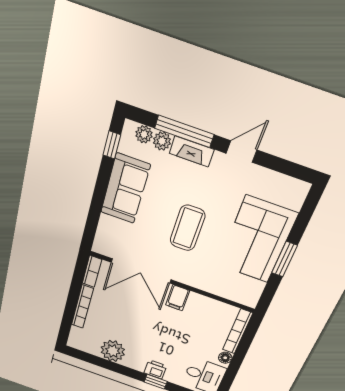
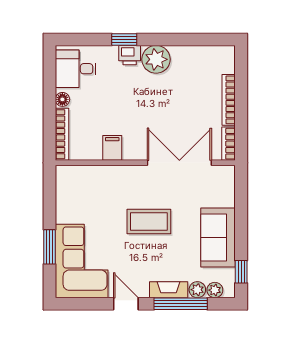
door: (241, 152) -> (126, 304), swing flipped
coffee table: (188, 228) -> (149, 221), turned 90
corner sofa: (257, 240) -> (82, 261), moved
window: (284, 259) -> (49, 247), moved
filing cabinet: (178, 298) -> (112, 148), moved
plant: (113, 351) -> (156, 59), moved

